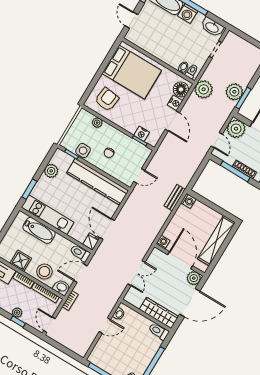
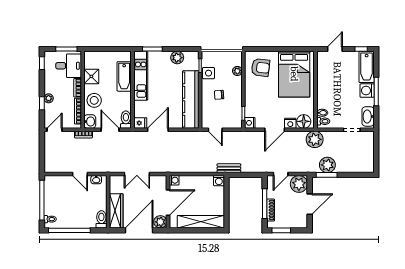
nightstand: (142, 134) -> (250, 123), moved
bench: (175, 198) -> (229, 168), moved
door: (190, 303) -> (139, 230), swing flipped

